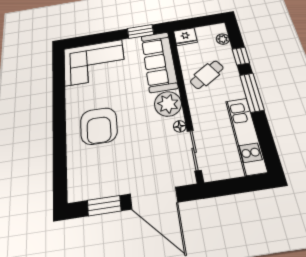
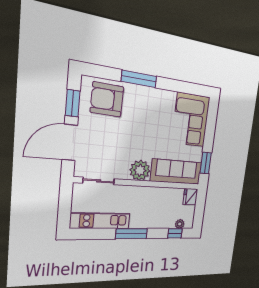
window: (241, 56) -> (175, 233), moved
cafe table: (207, 75) -> (155, 205), removed
armchair: (99, 126) -> (107, 99), moved
floor lamp: (180, 126) -> (120, 175), removed
window: (59, 134) -> (139, 79), added

